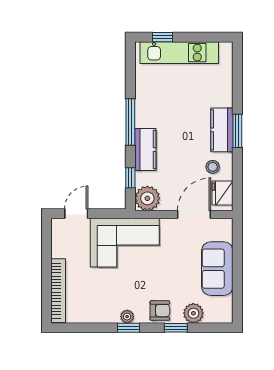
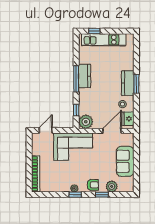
kitchen counter: (145, 150) -> (85, 76), moved

